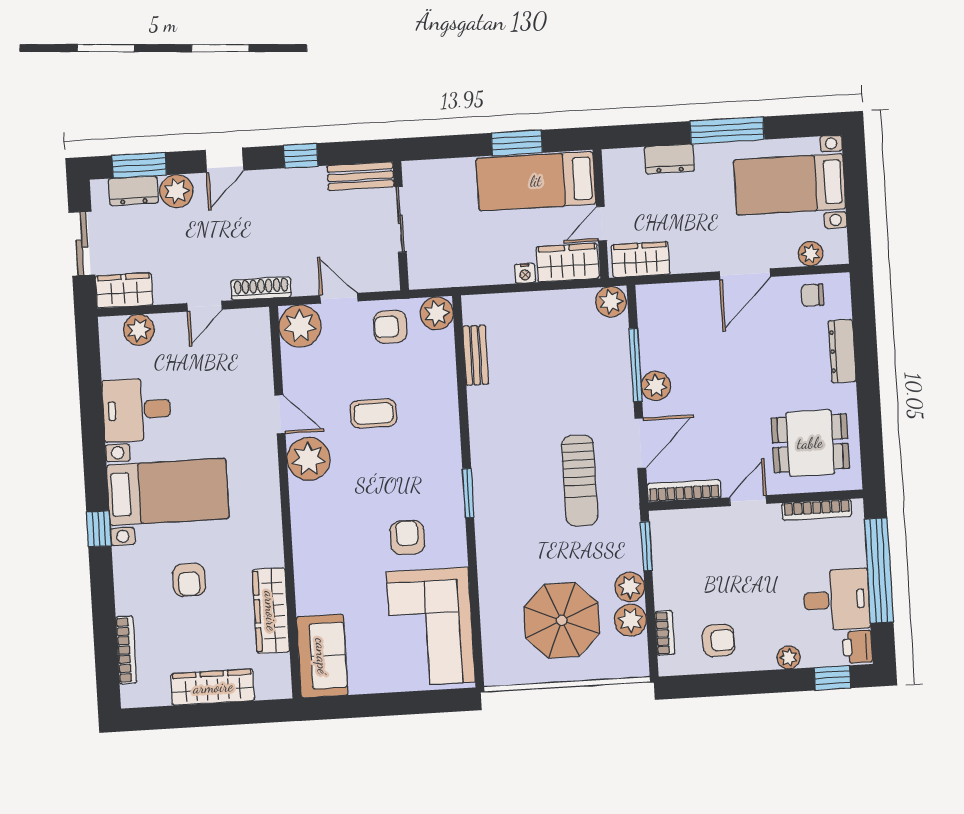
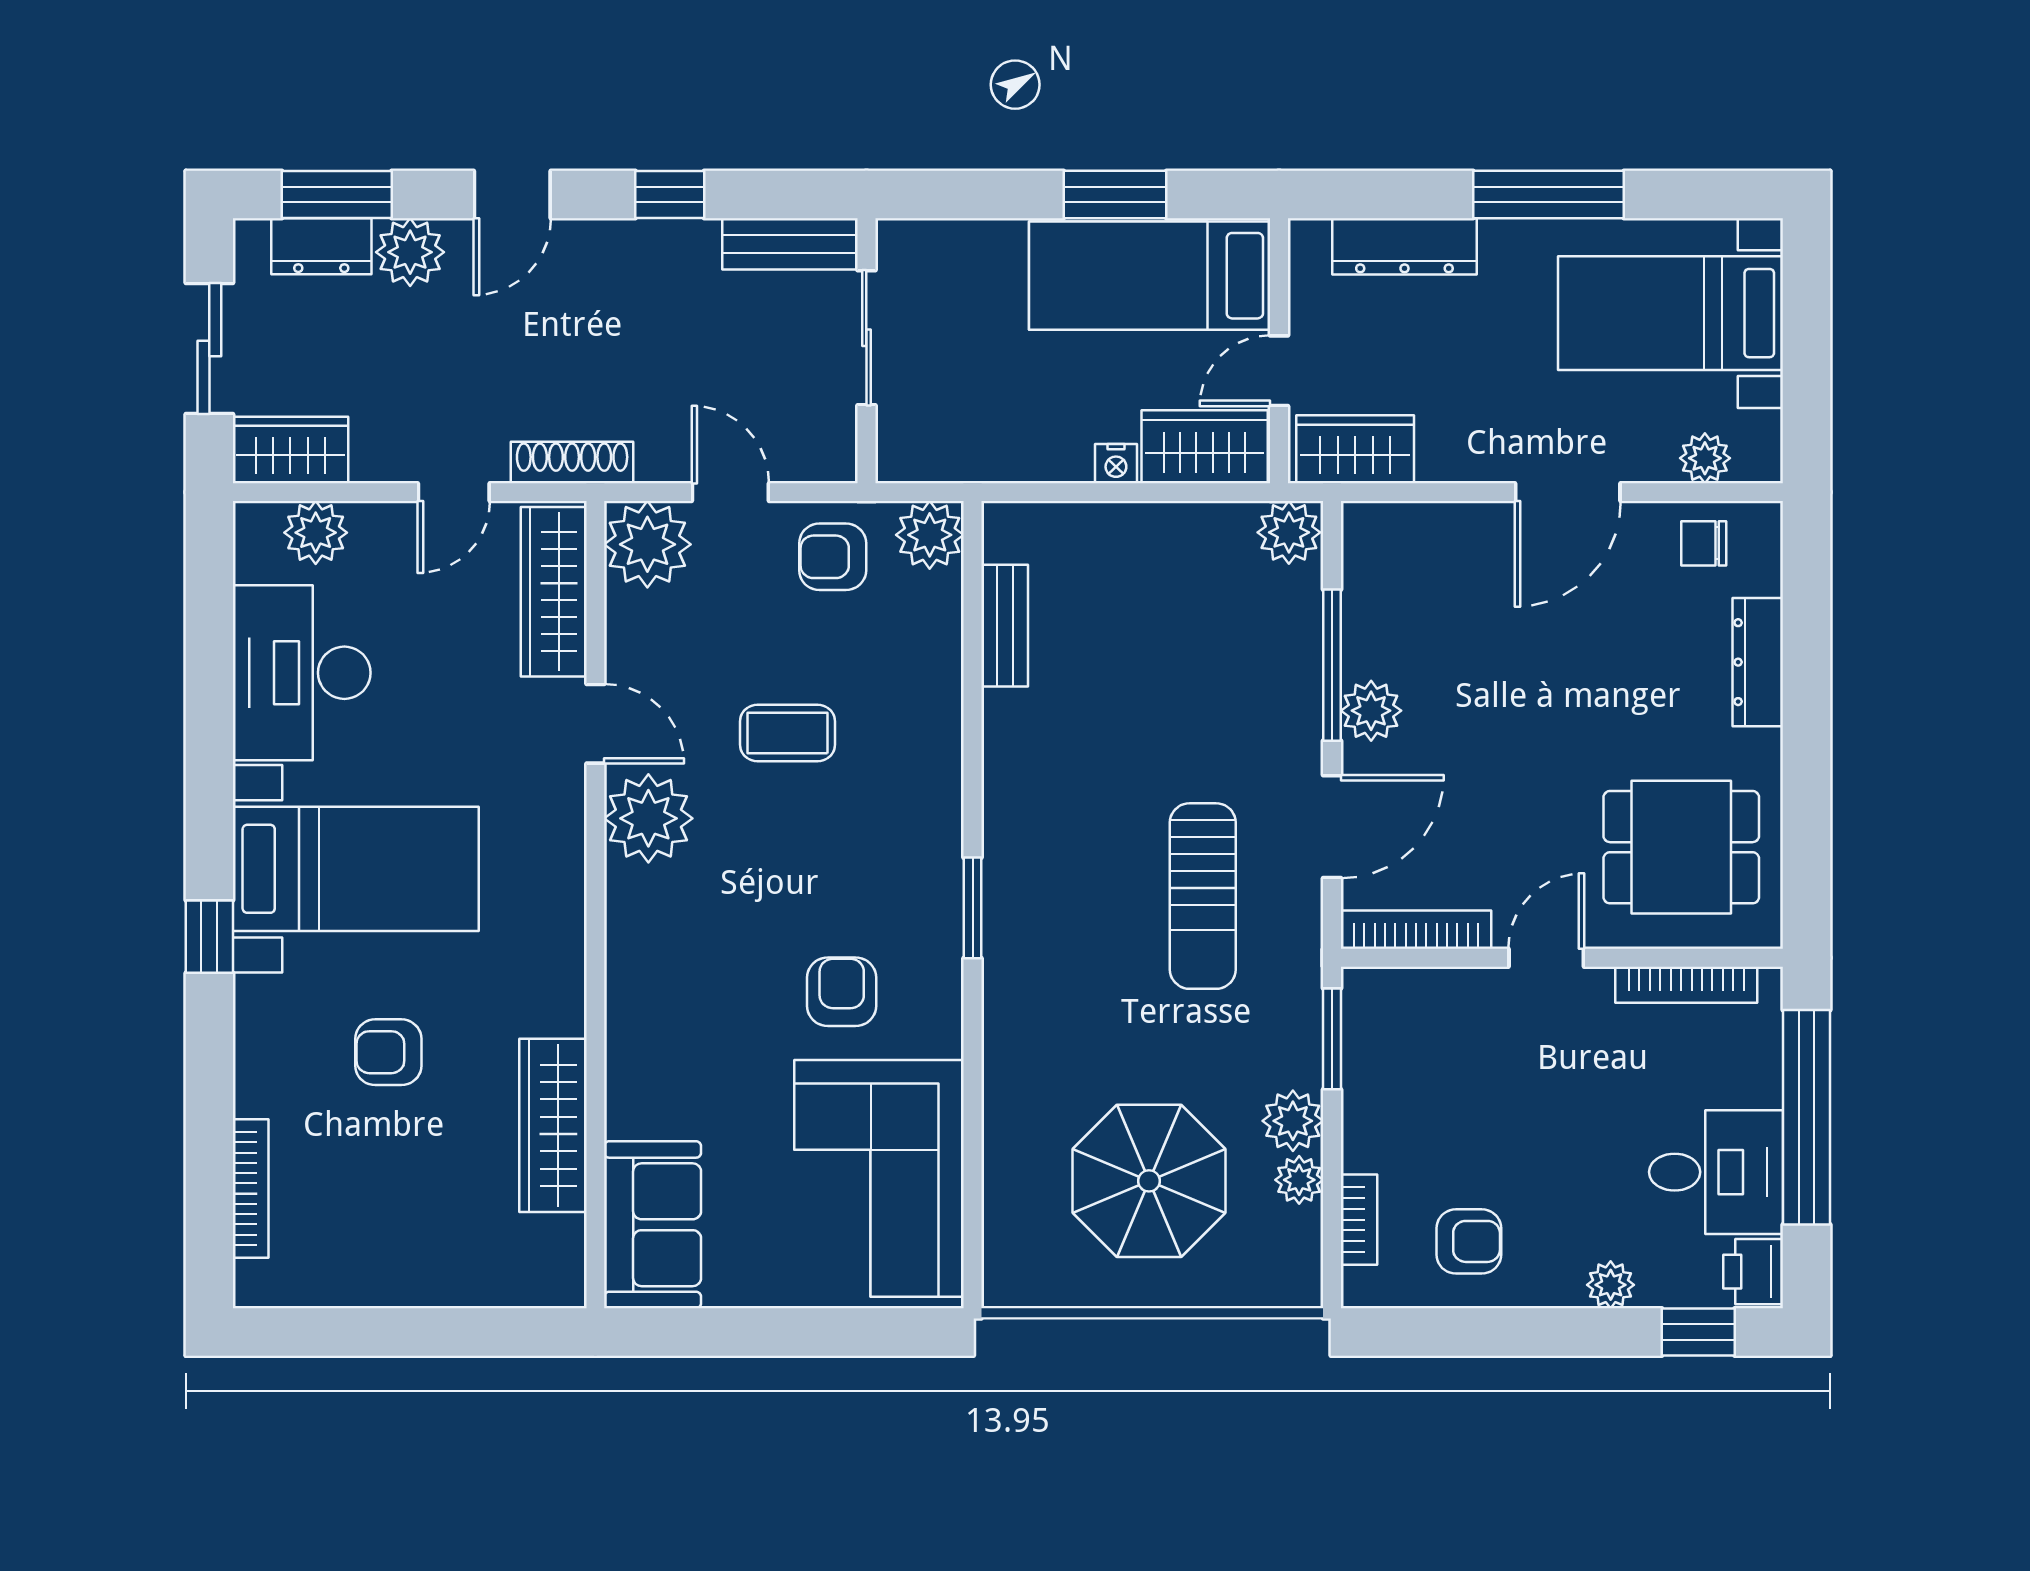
dresser: (669, 159) -> (1404, 246), width x1.44
desk: (137, 410) -> (302, 673), width x1.37
armchair: (189, 580) -> (388, 1052), turned 90
plant: (630, 620) -> (1299, 1180), width x0.73, depth x0.73
wardrobe: (213, 687) -> (554, 592), moved, turned -90

